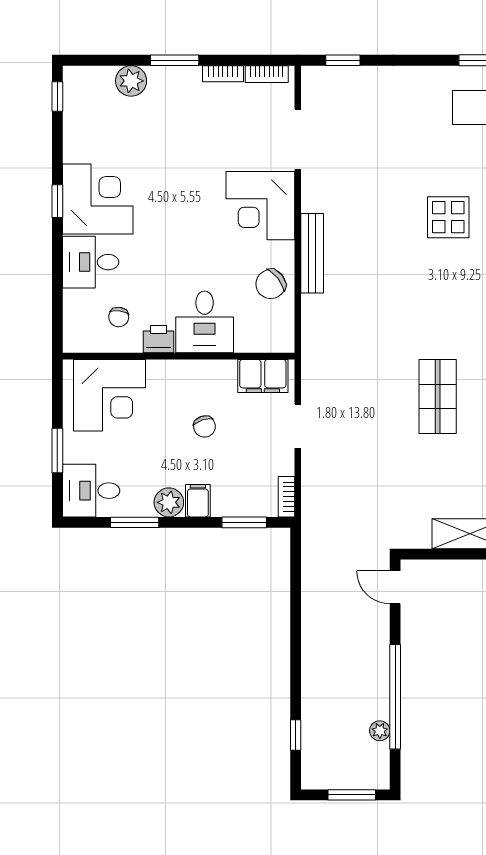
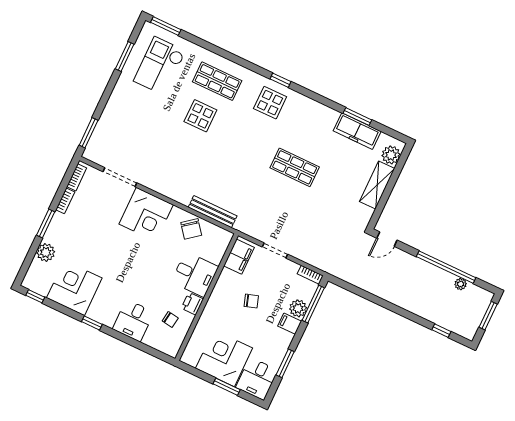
window: (343, 60) -> (89, 133), width x1.50
corner desk: (98, 199) -> (74, 288), moved
bench: (312, 253) -> (213, 212), moved
corner desk: (109, 395) -> (224, 358), moved, turned -90
plant: (169, 502) -> (298, 308), moved
window: (244, 522) -> (313, 304), width x1.44

